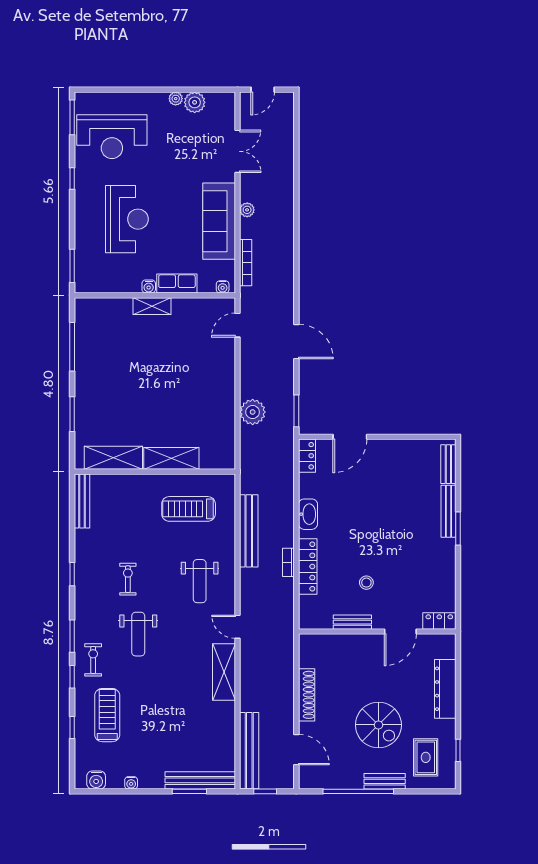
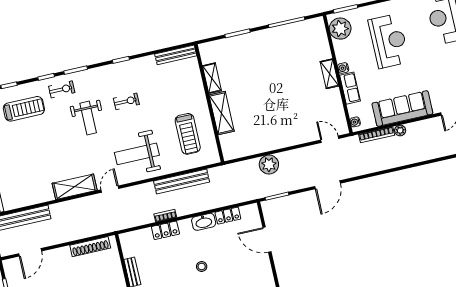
plant: (247, 210) -> (400, 130), moved
reception desk: (127, 219) -> (389, 41), turned -90
plant: (96, 279) -> (340, 29), added
locker: (307, 456) -> (228, 216), moved
shelving: (113, 458) -> (212, 78), width x0.67, depth x0.75
treadmill: (189, 509) -> (188, 134), turned 180
locker: (308, 566) -> (165, 230), width x0.66
weight bench: (200, 581) -> (137, 154), width x1.36, depth x1.33
stool: (366, 583) -> (202, 267), moved
weight bench: (138, 634) -> (88, 118), turned -90
shoe rack: (307, 695) -> (90, 247), moved

